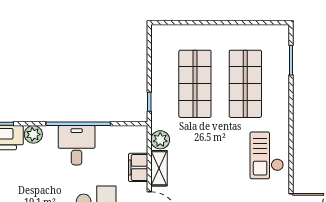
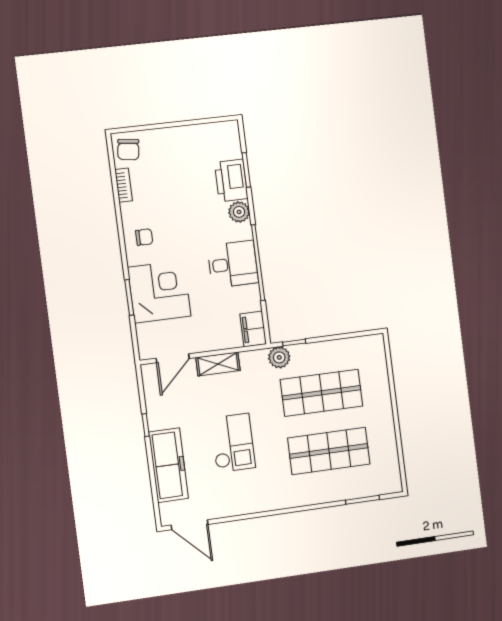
plant: (160, 140) -> (279, 357), moved
checkout: (267, 155) -> (233, 443), moved, turned 90
filing cabinet: (138, 167) -> (253, 329), moved, turned -90

